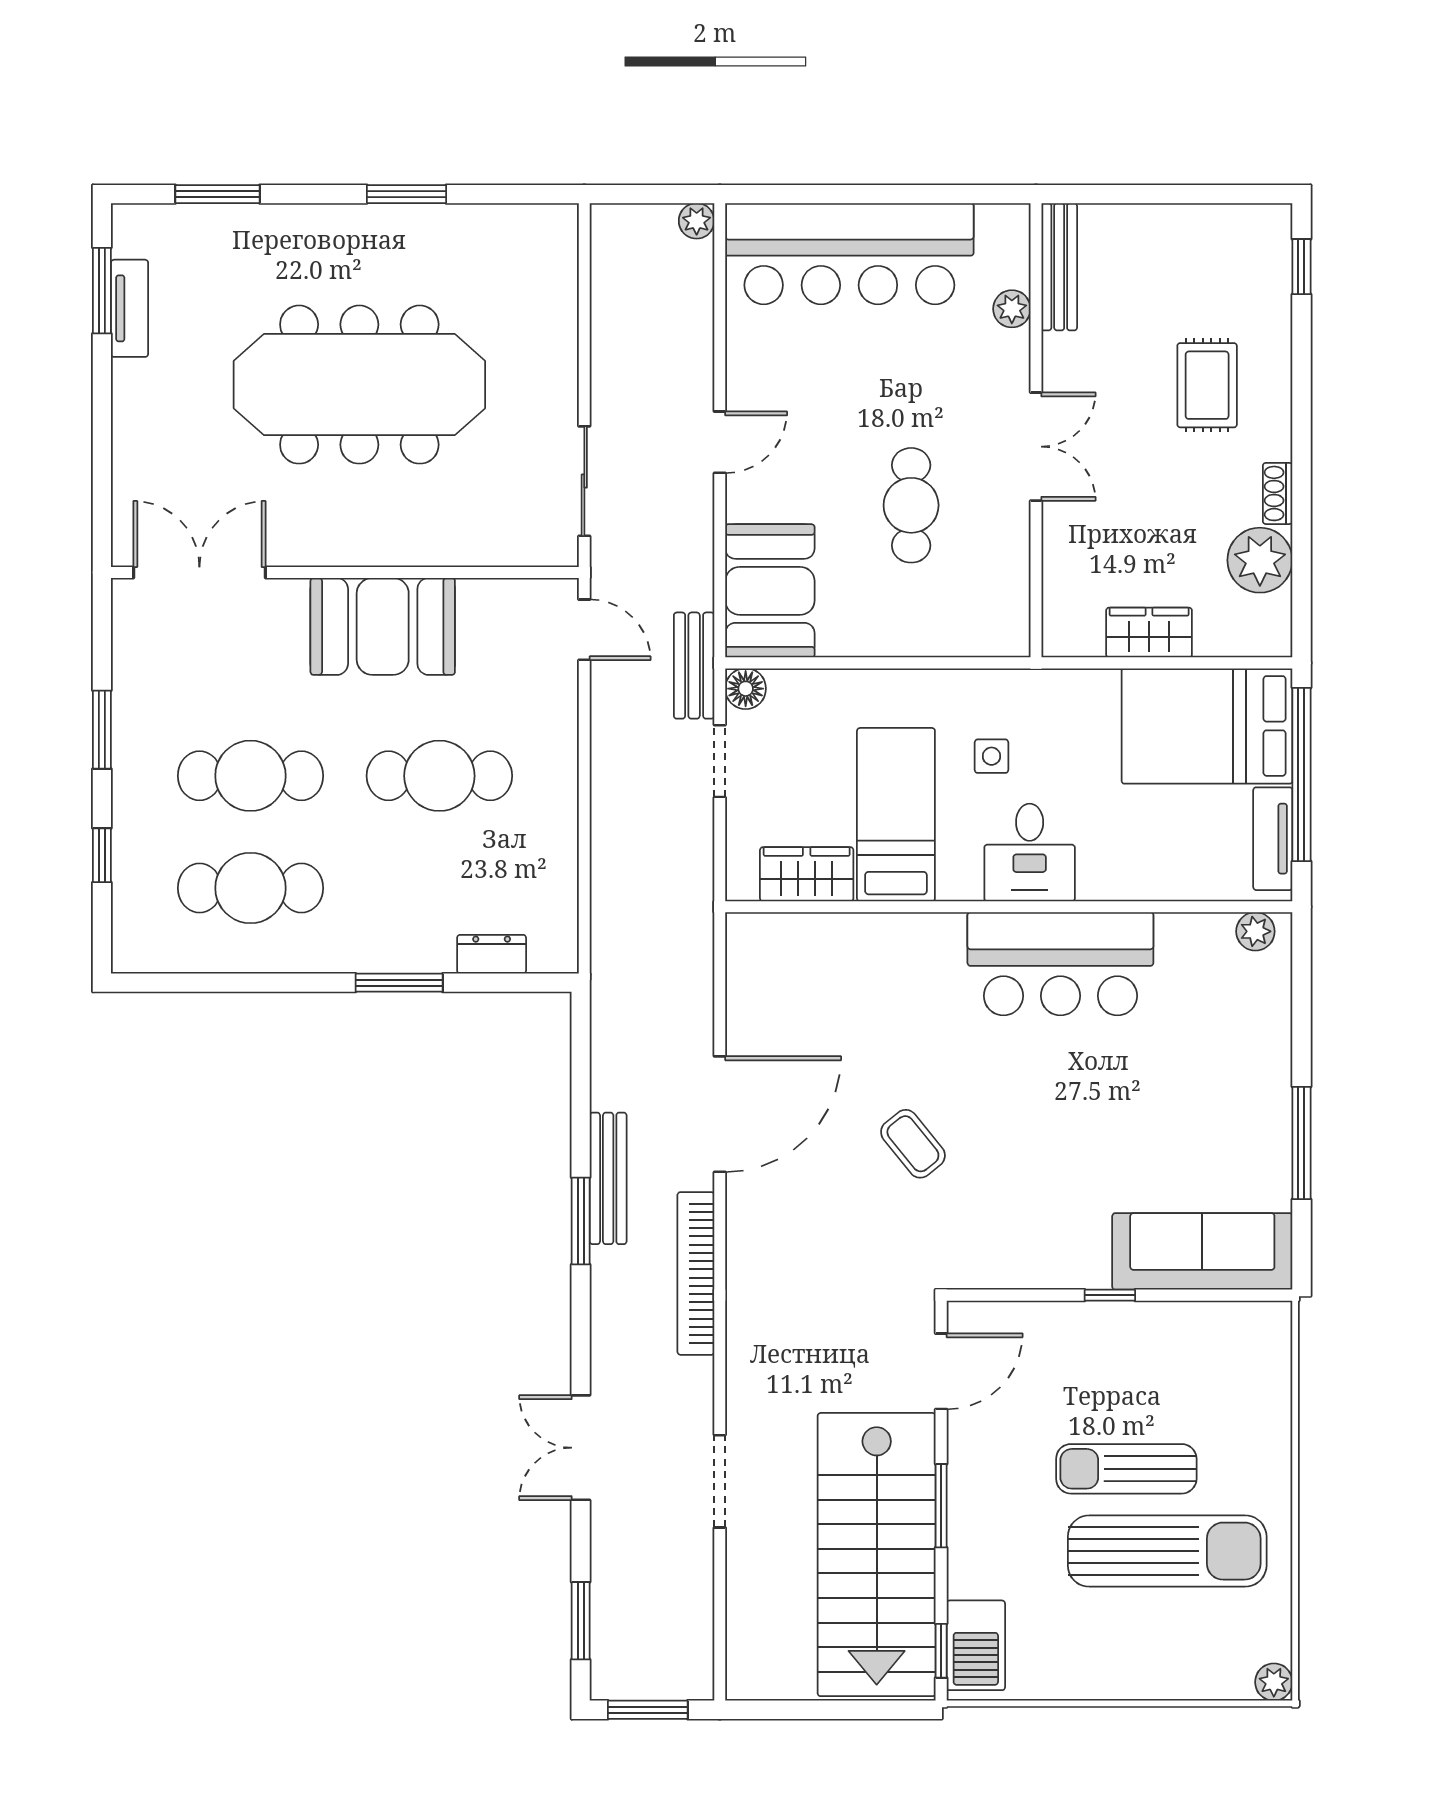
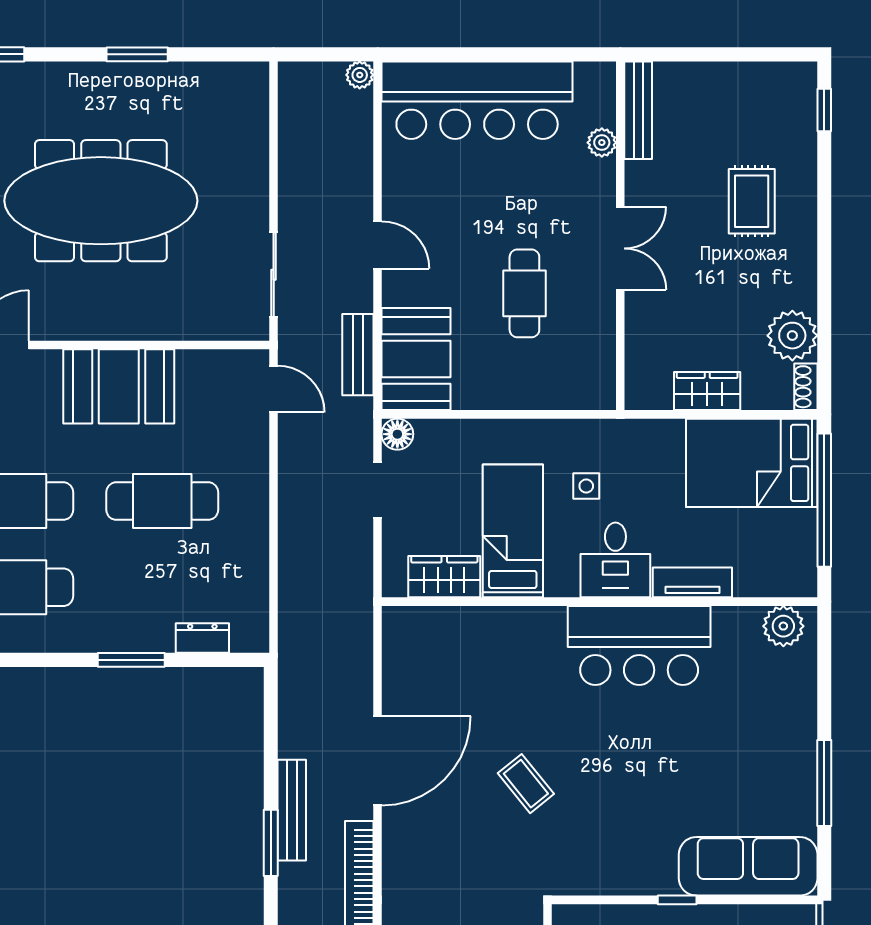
door: (720, 442) -> (378, 245), hinge flipped
shoe rack: (1278, 493) -> (806, 387), moved
bench: (694, 666) -> (358, 355), moved
tv unit: (1273, 839) -> (692, 582), moved, turned 90
plant: (1255, 931) -> (783, 626), width x1.38, depth x1.38

